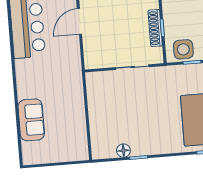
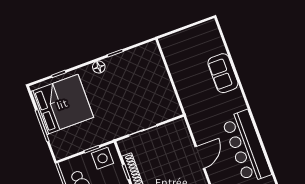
sofa: (31, 120) -> (223, 73), moved
floor lamp: (123, 151) -> (99, 67), moved

